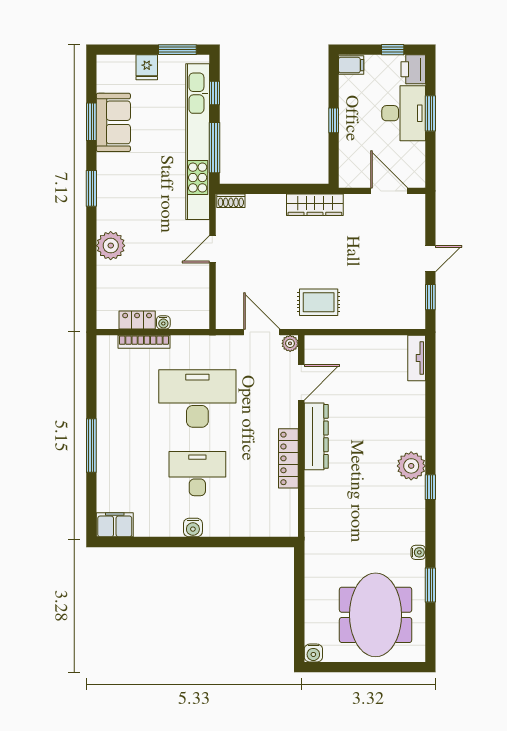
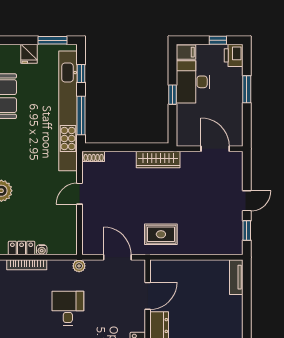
desk: (404, 113) -> (193, 82), moved, turned 180
plant: (290, 343) -> (79, 266), moved
desk: (197, 398) -> (68, 308), width x0.53, depth x0.77

